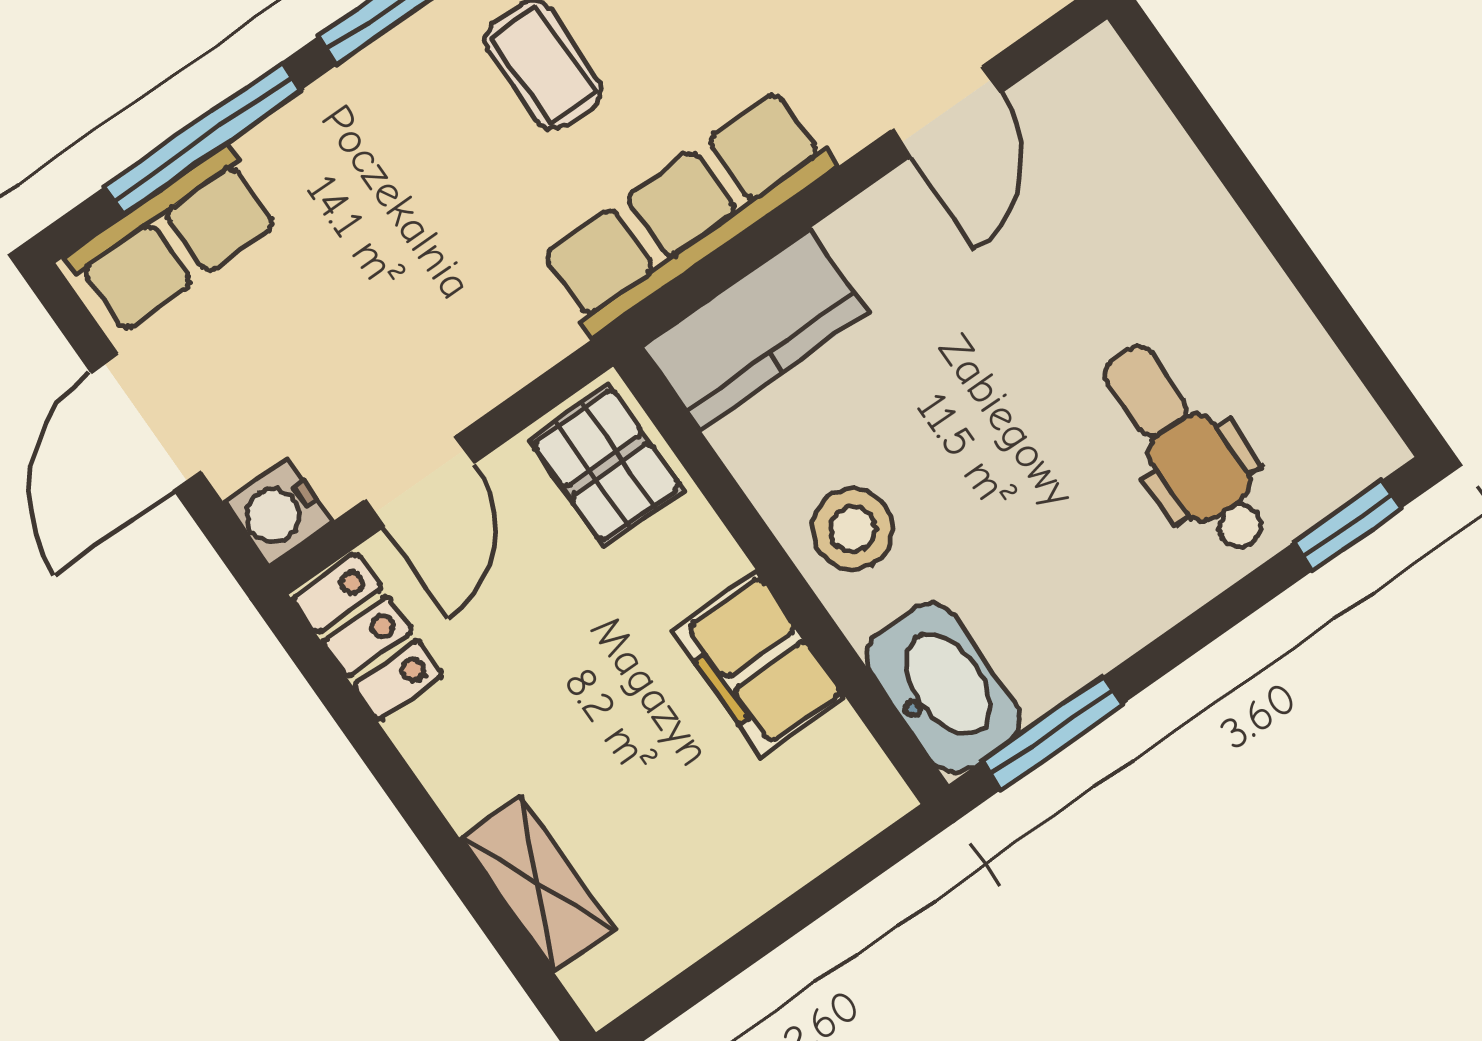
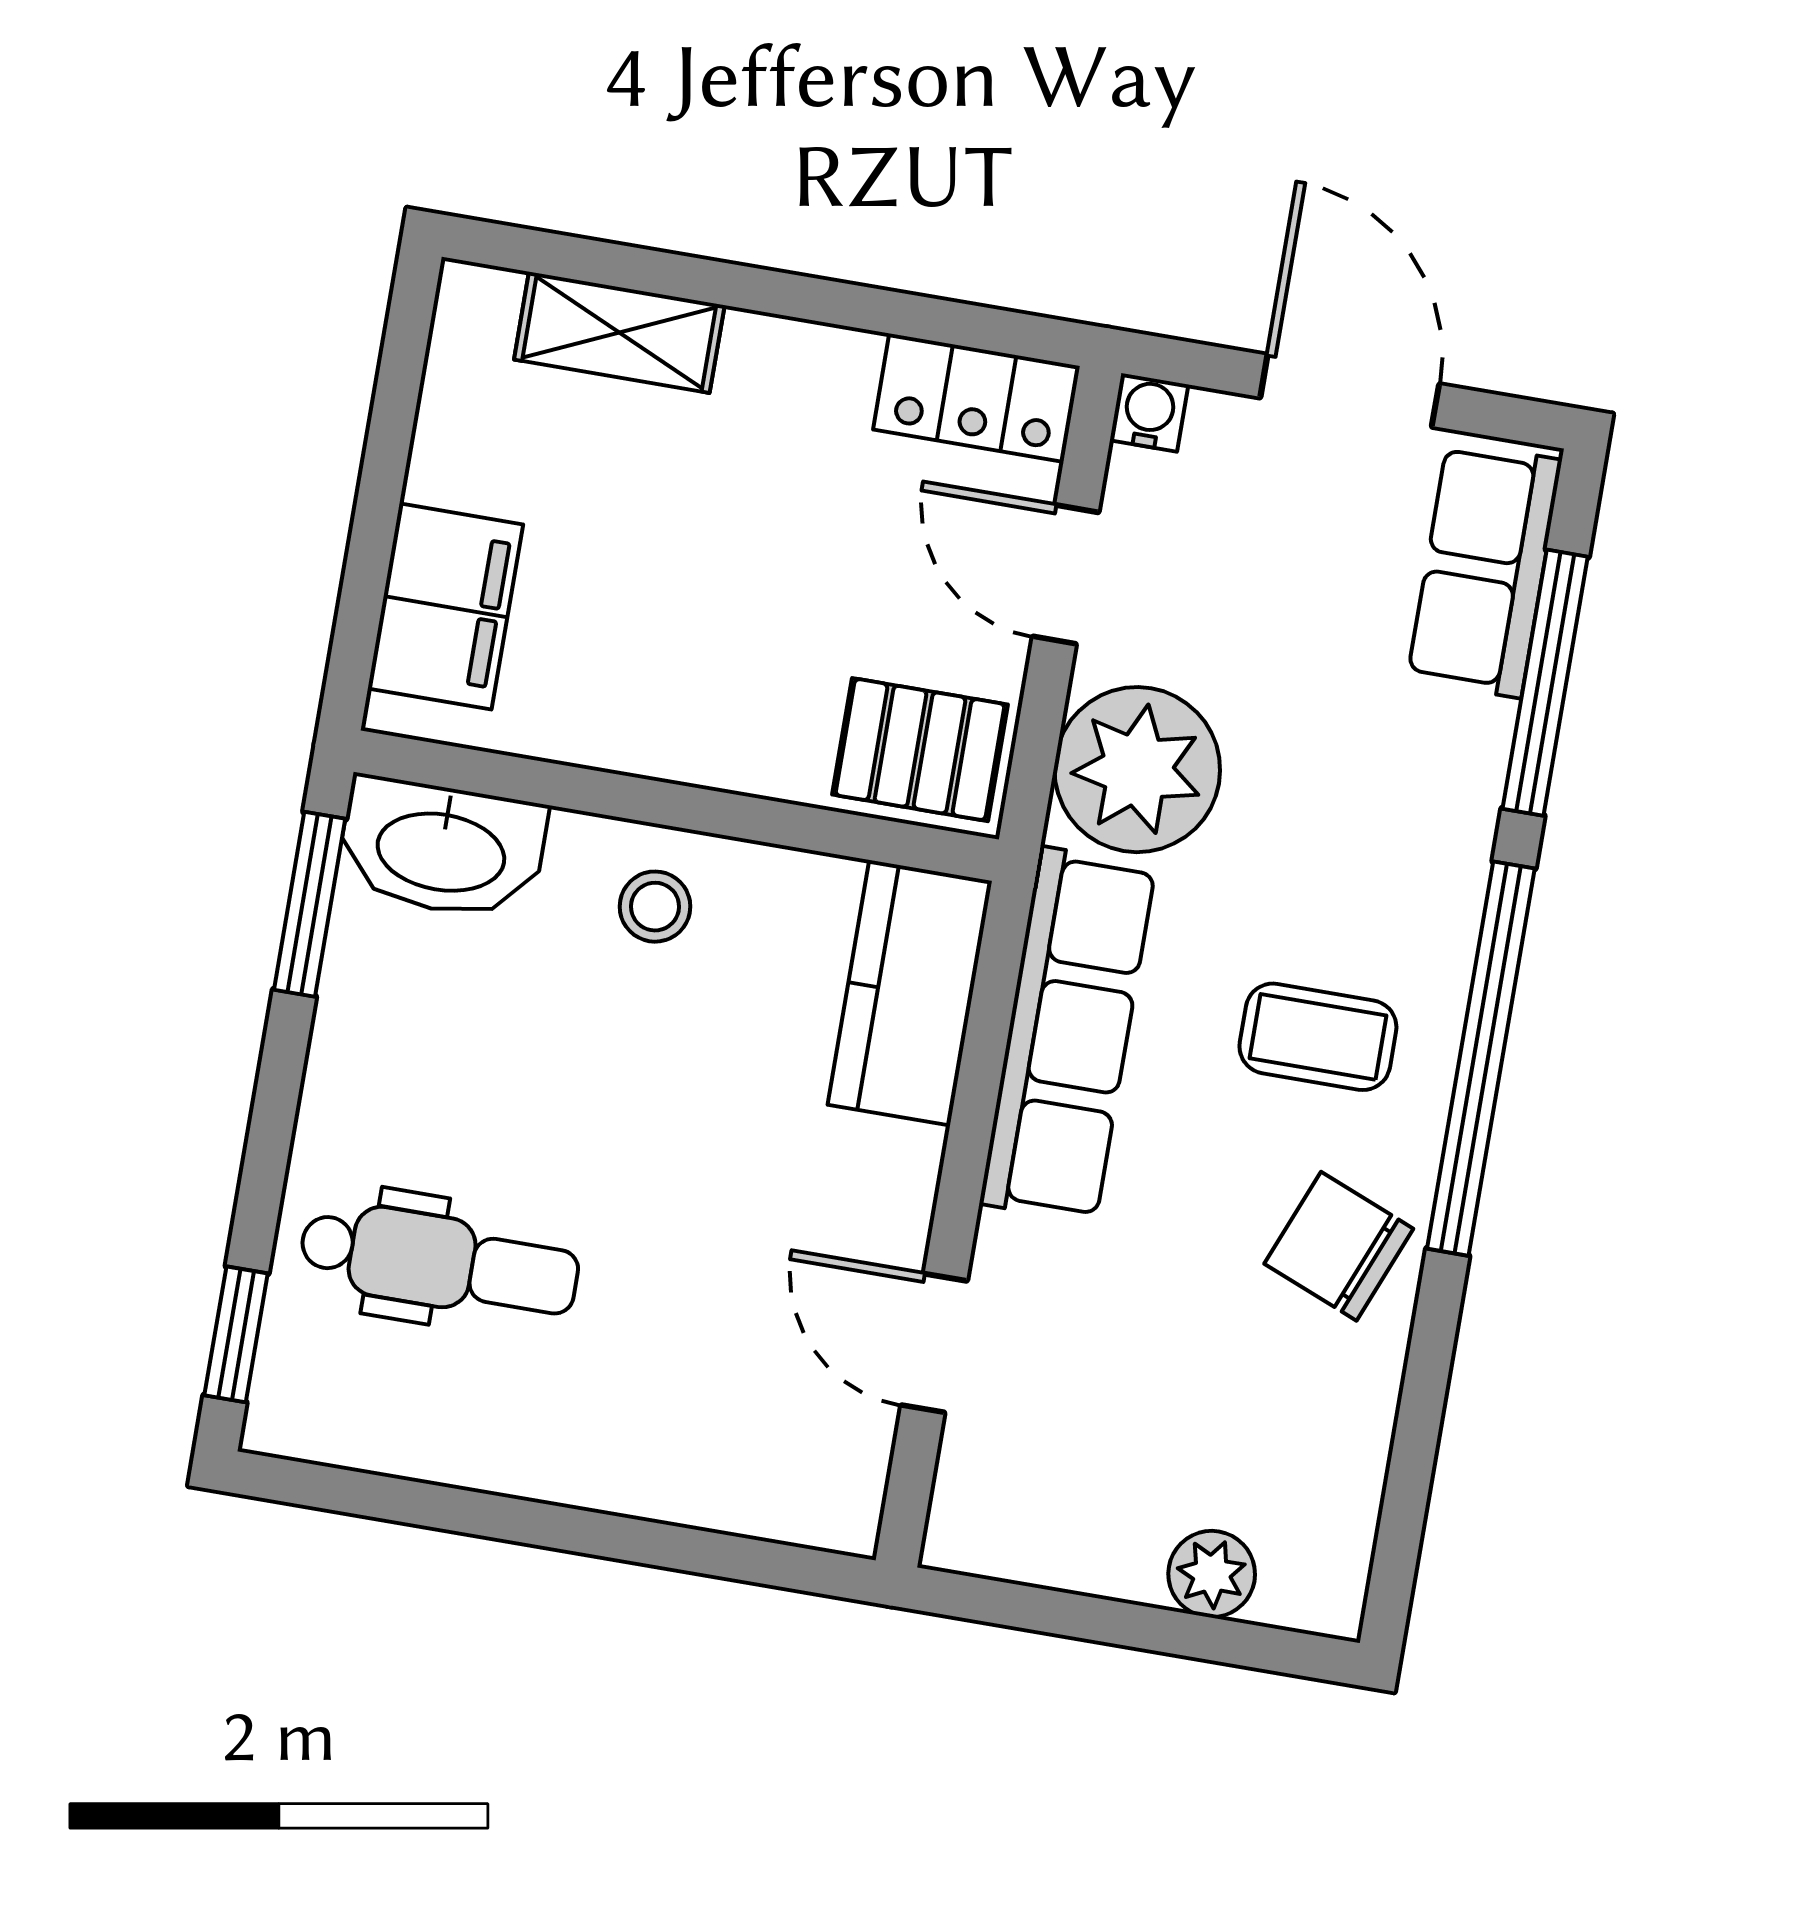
plant: (492, 326) -> (1137, 770), added
water cooler: (278, 512) -> (1149, 412), width x0.72, depth x0.72
stool: (853, 529) -> (655, 907), width x0.73, depth x0.73
filing cabinet: (759, 664) -> (445, 606), moved, turned 90

